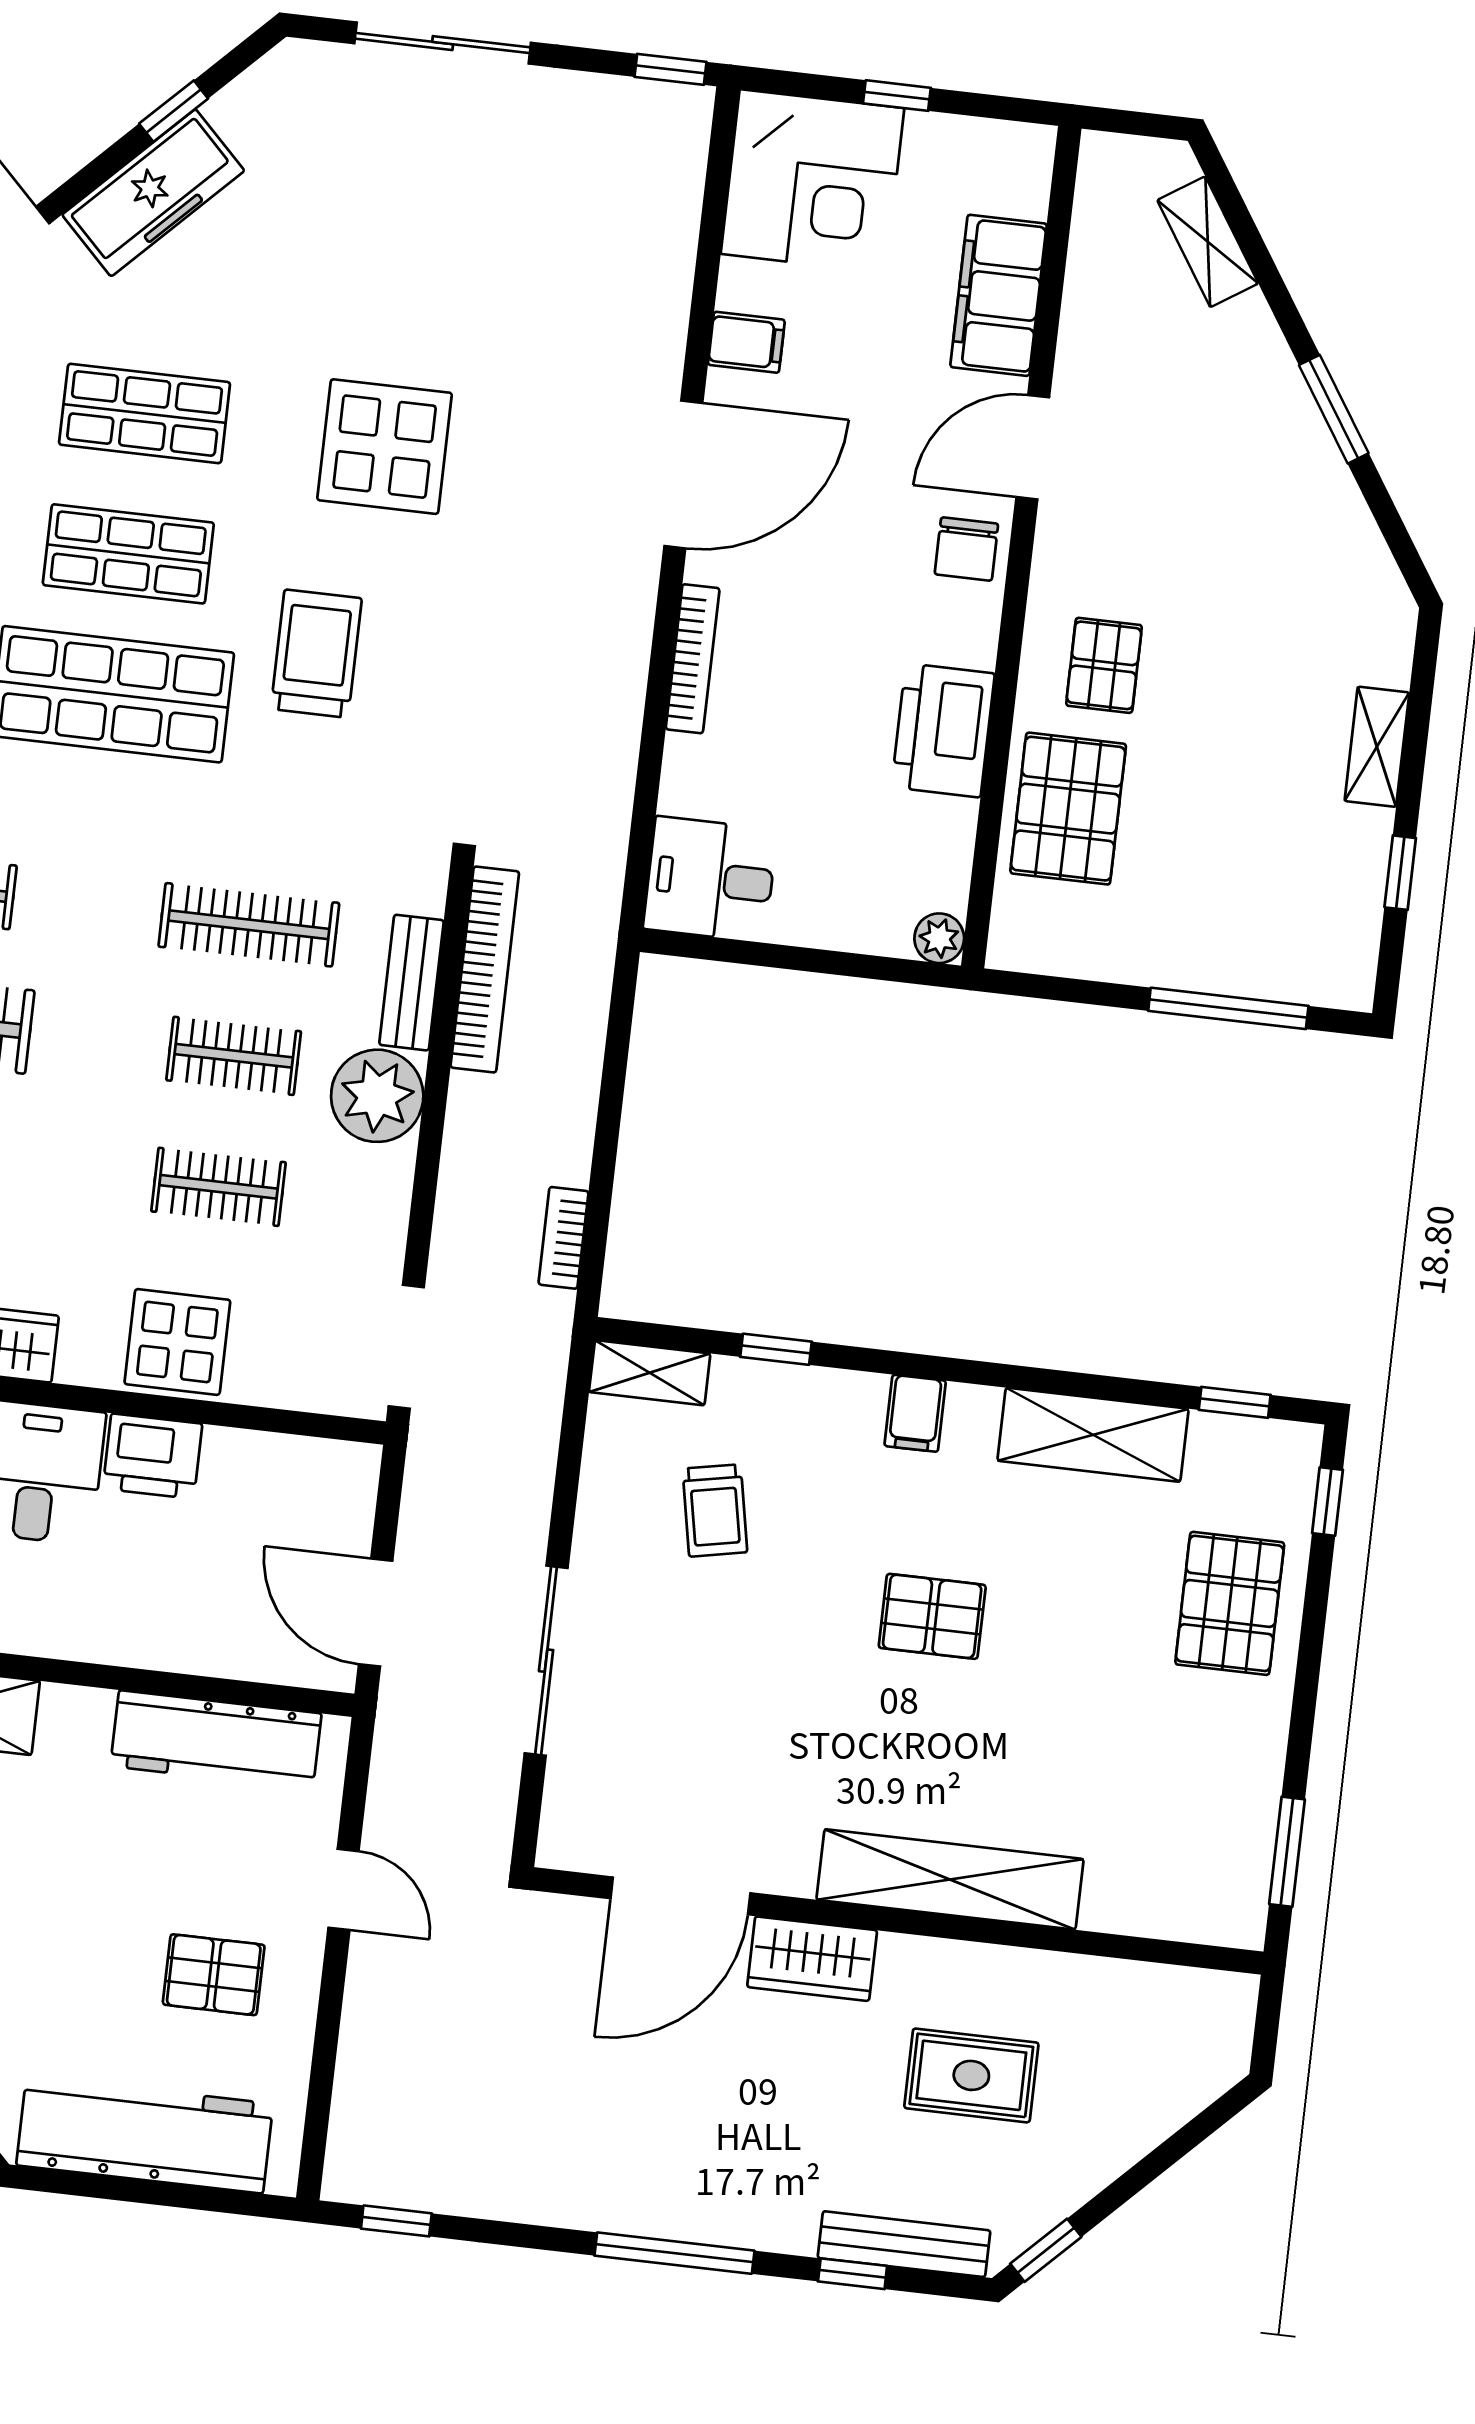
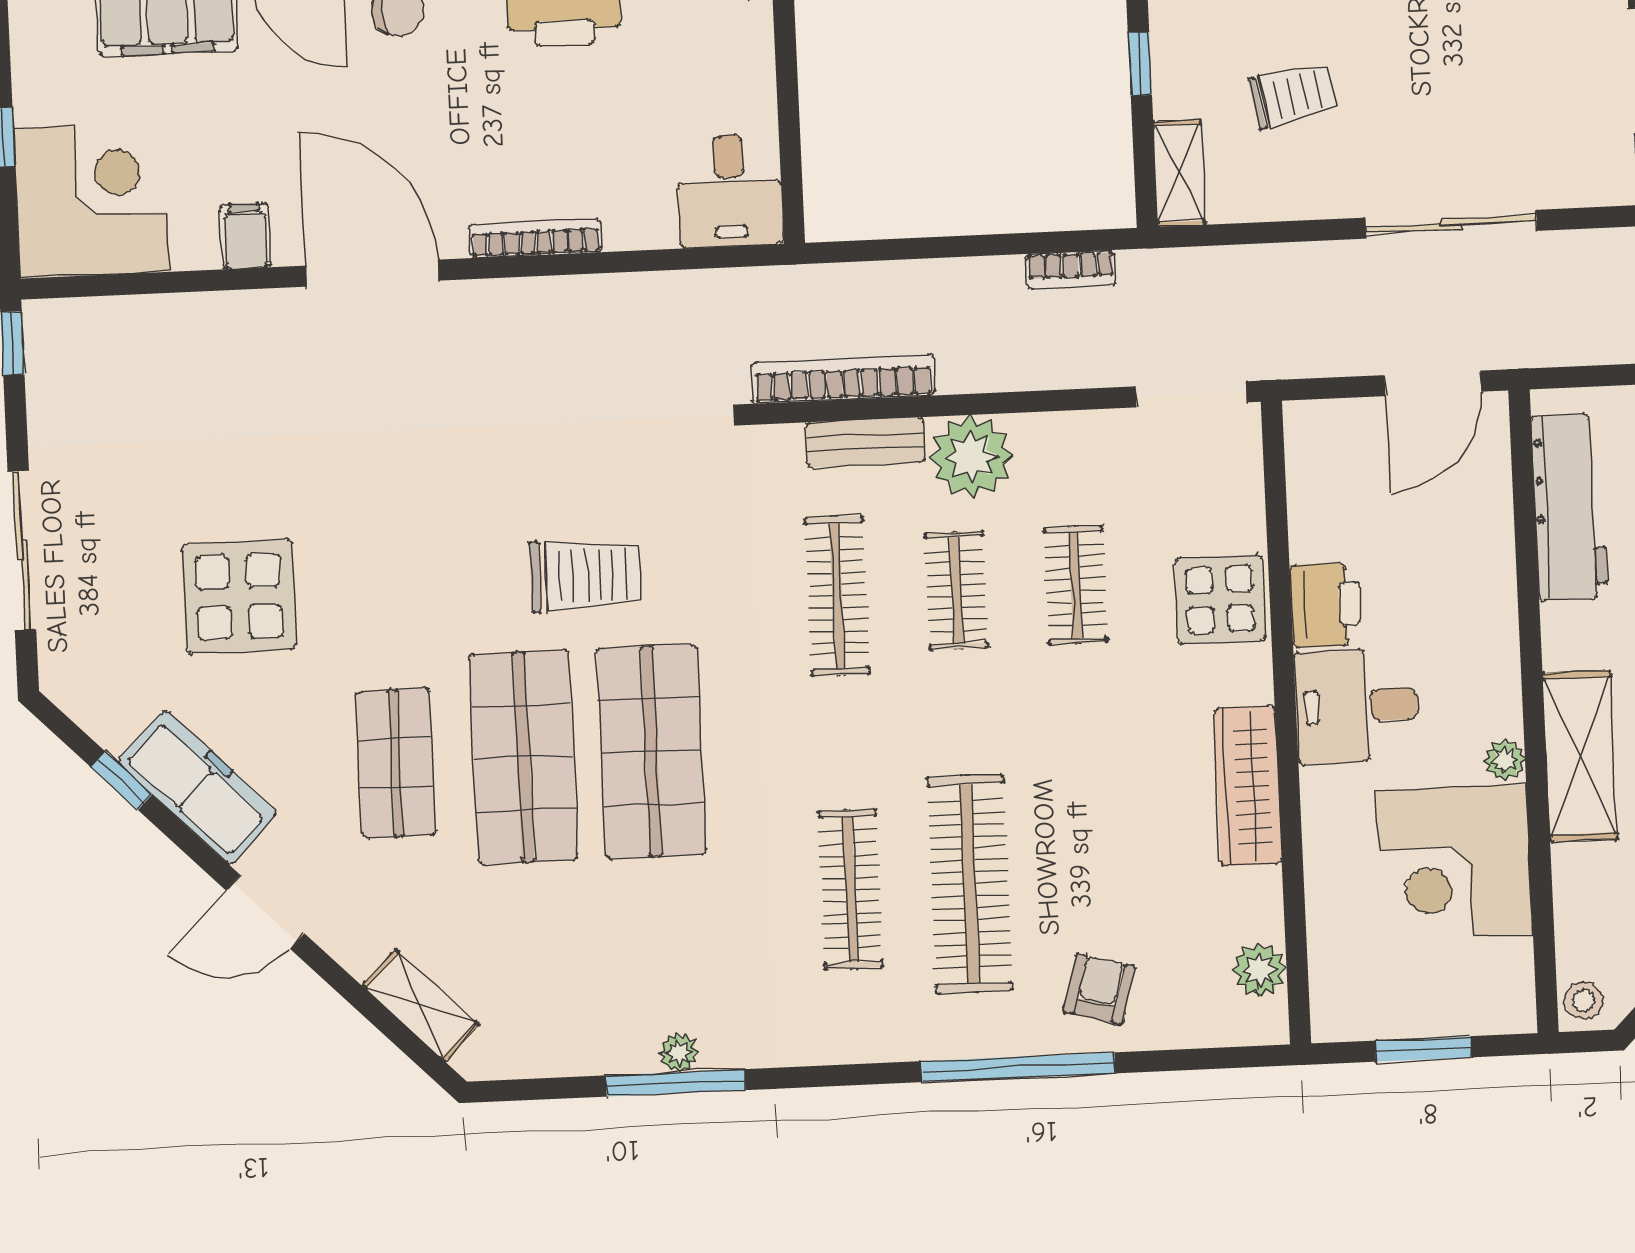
display table: (385, 447) -> (239, 597), moved
shop shelf: (128, 554) -> (523, 757), width x1.43, depth x1.36
trolley: (316, 654) -> (585, 575), turned 180

